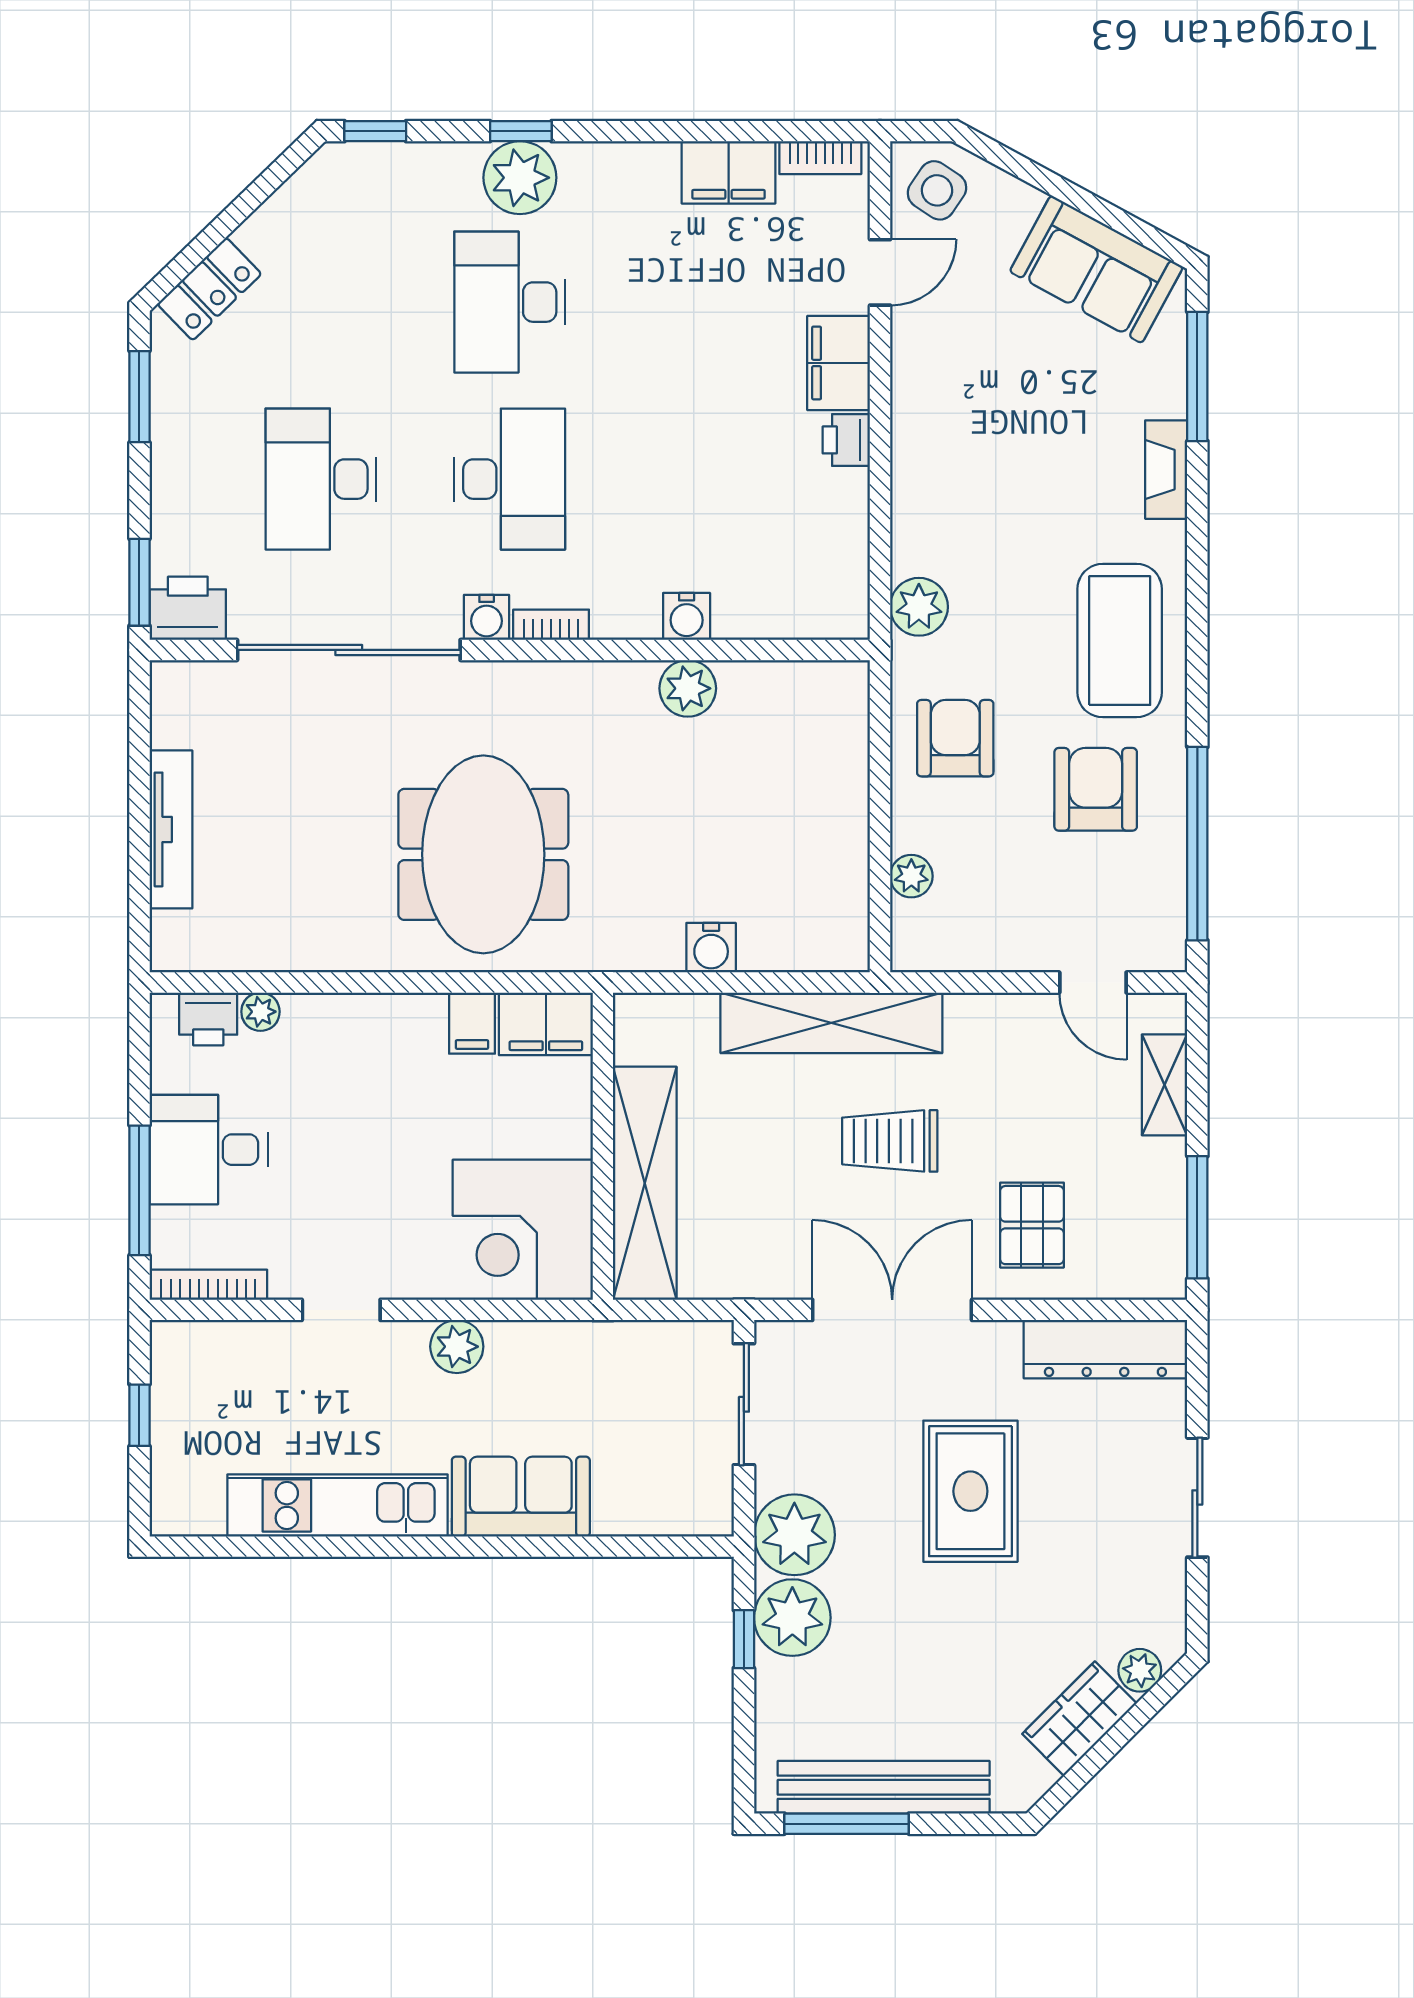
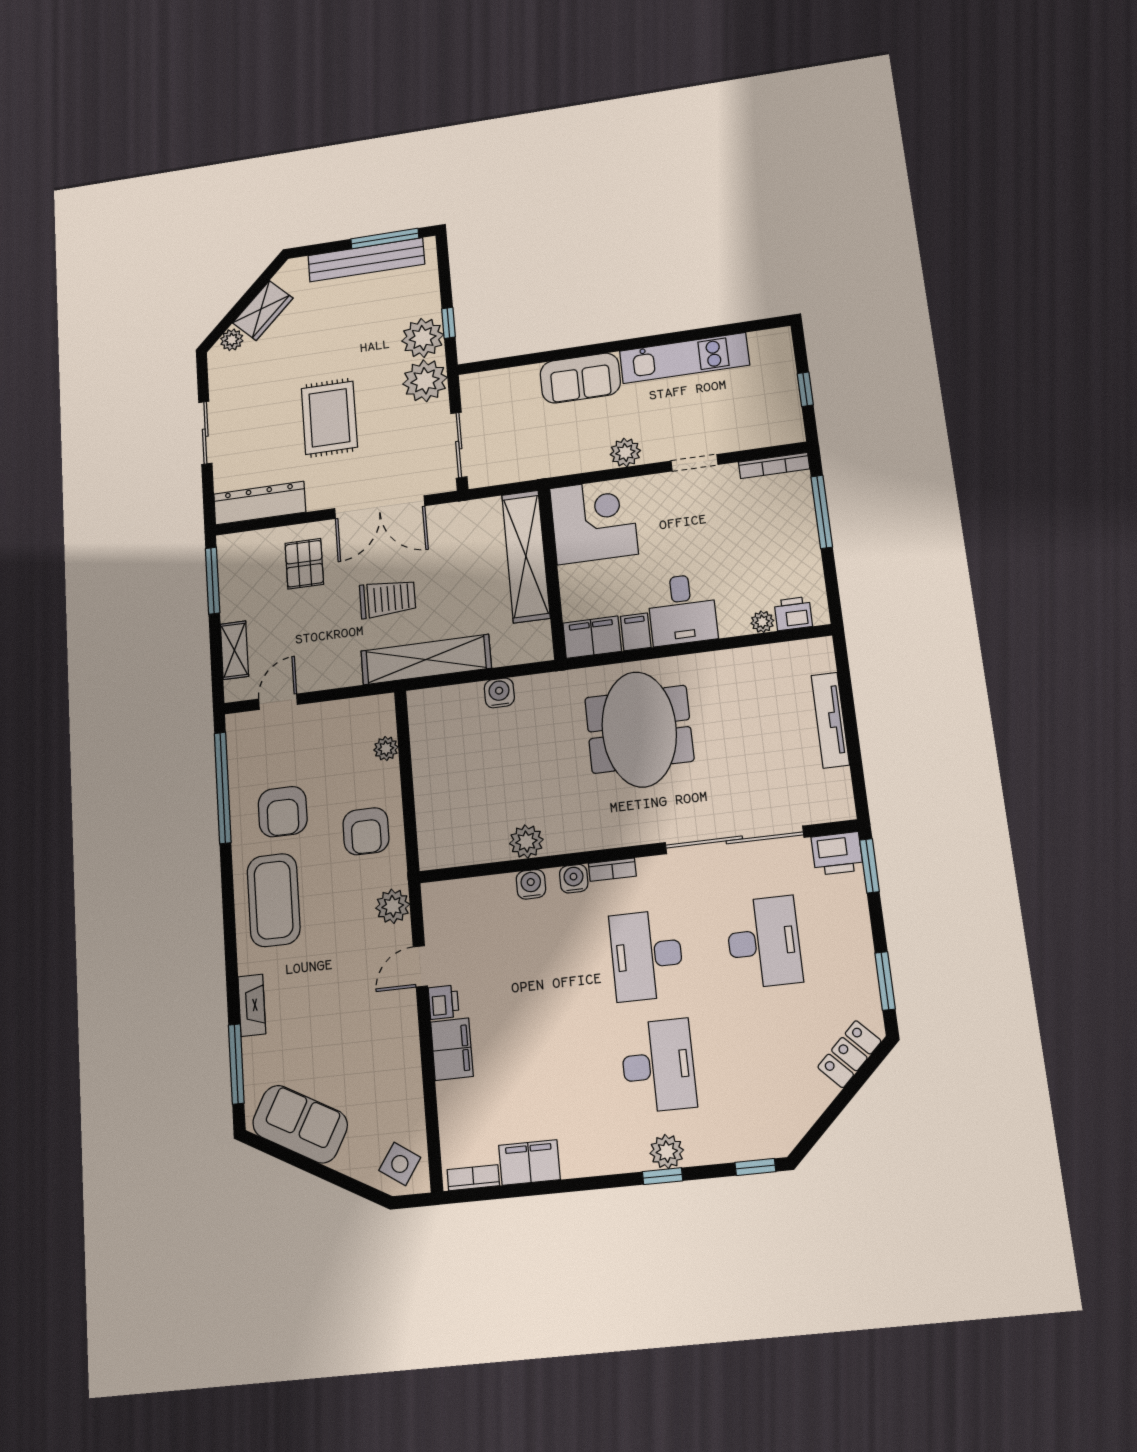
plant: (520, 178) -> (667, 1152), width x0.73, depth x0.73
door: (880, 272) -> (420, 966), moved
water cooler: (487, 617) -> (574, 879), moved
door: (1093, 982) -> (278, 702), hinge flipped
desk: (209, 1150) -> (682, 609), moved, turned 90

